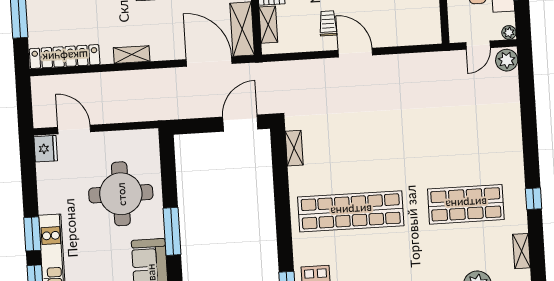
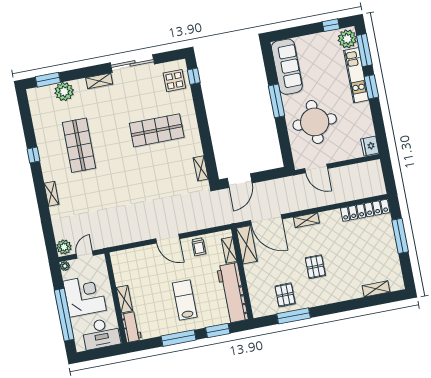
trolley: (328, 23) -> (199, 247), moved
shelving: (132, 55) -> (306, 220), moved
door: (74, 129) -> (316, 169), moved
shop shelf: (466, 204) -> (79, 145), turned 90
shop shelf: (351, 211) -> (157, 130), width x0.71
shelving: (521, 251) -> (51, 194), moved

